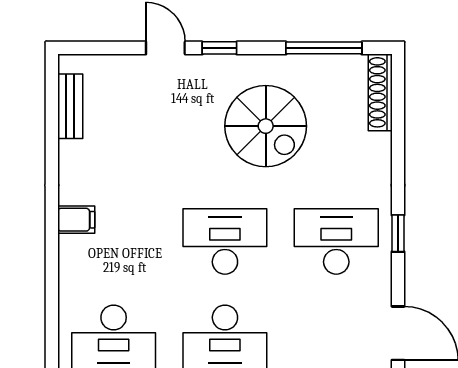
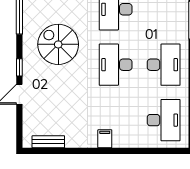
spiral stairs: (266, 126) -> (58, 44), turned -90

